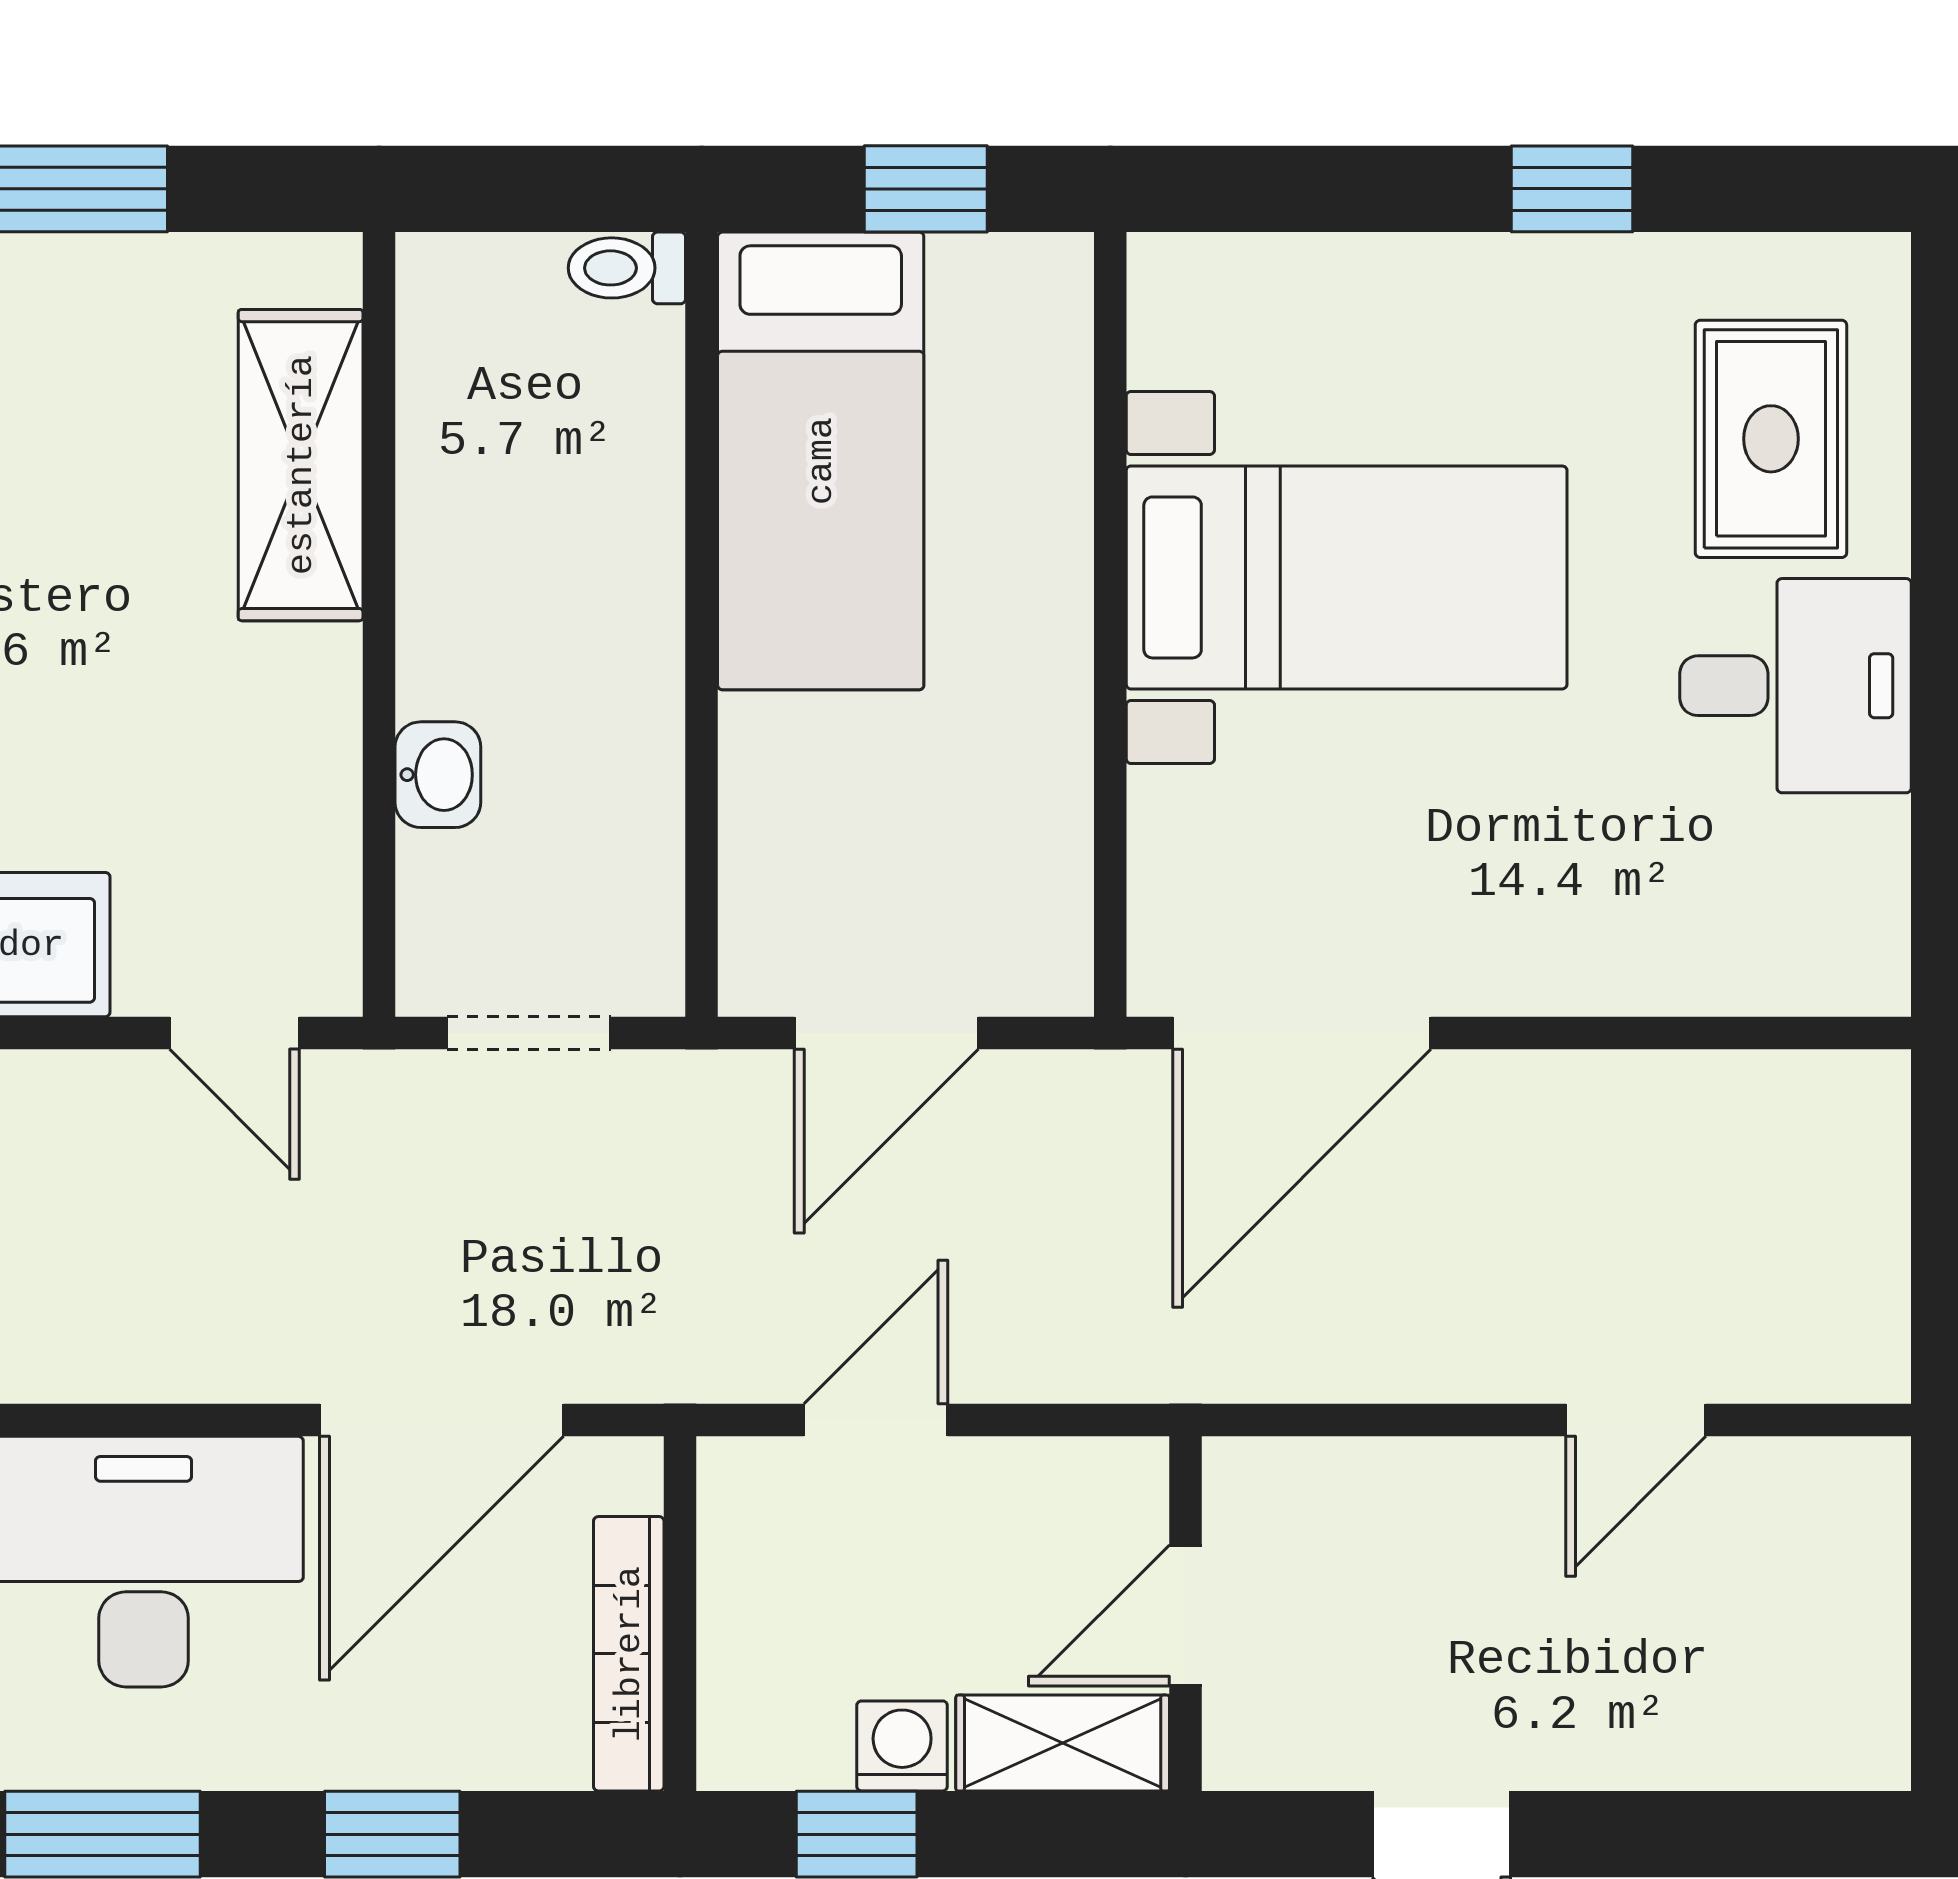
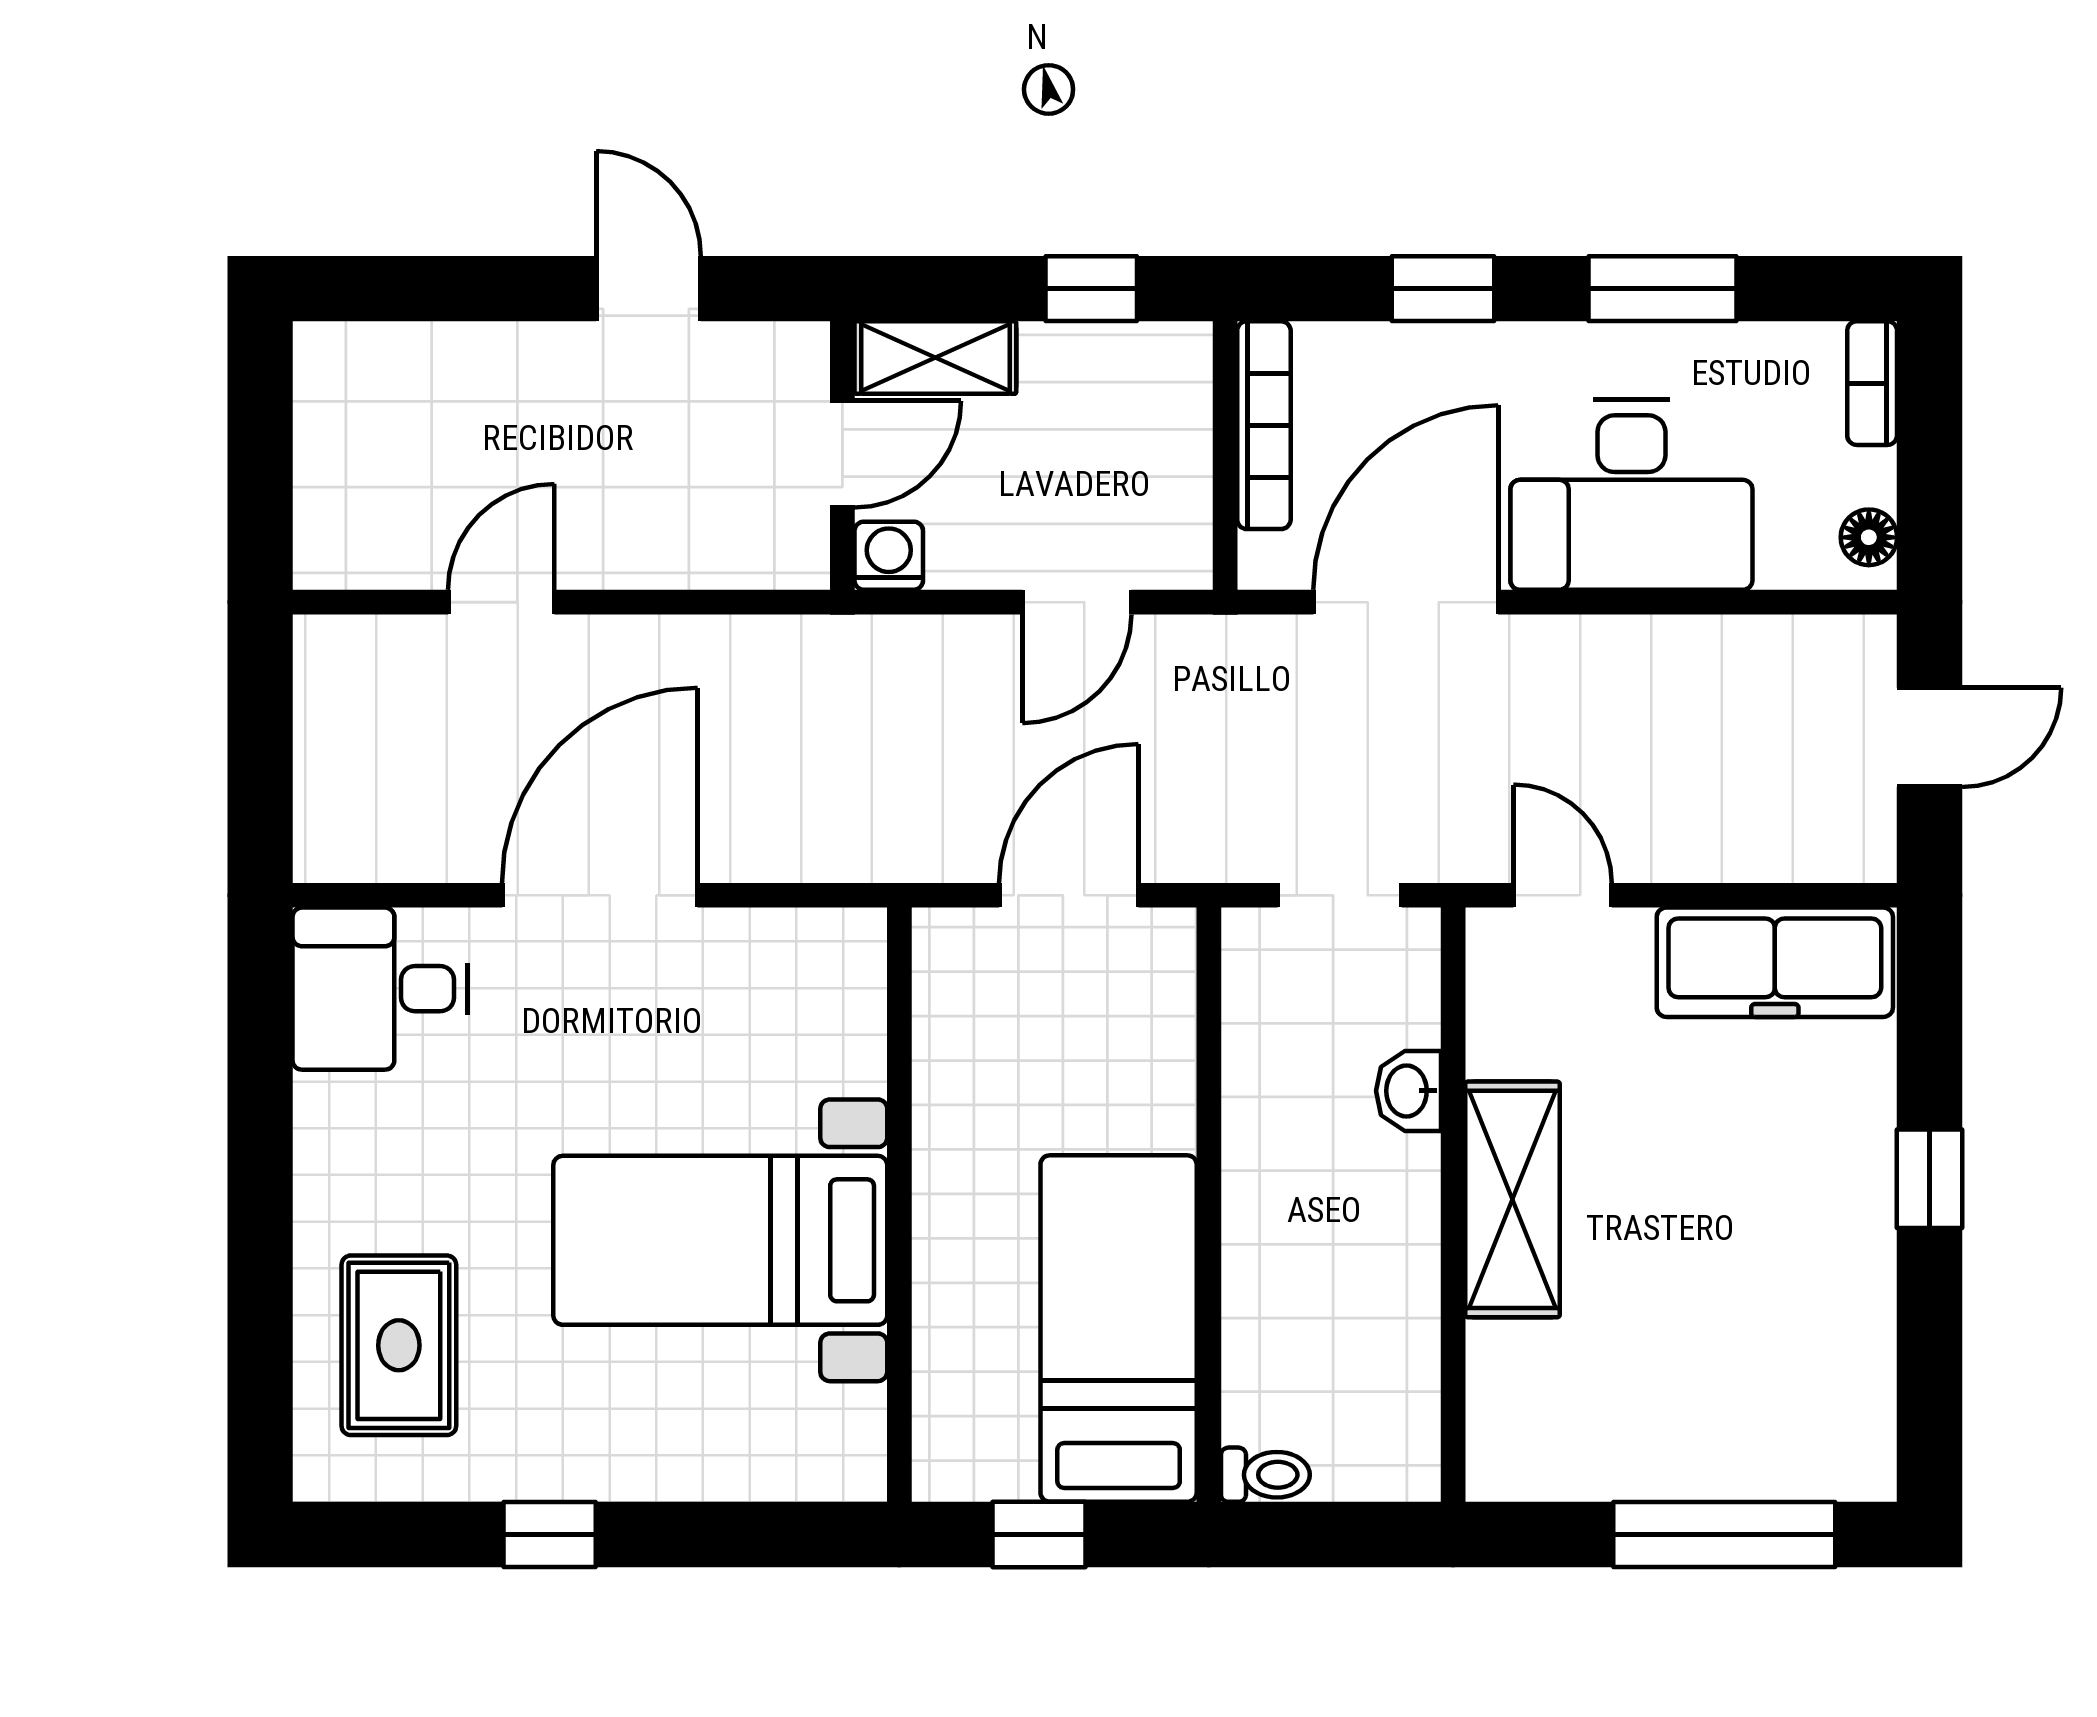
shelving: (301, 465) -> (1512, 1199), moved
desk: (1796, 686) -> (380, 989), moved
door: (1302, 1033) -> (600, 895), moved
washing machine: (902, 1746) -> (889, 556), moved, turned 180

